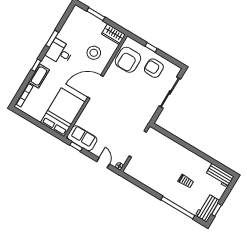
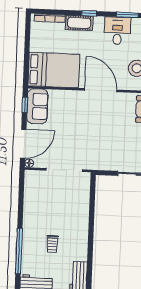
door: (103, 163) -> (23, 144), width x1.87

